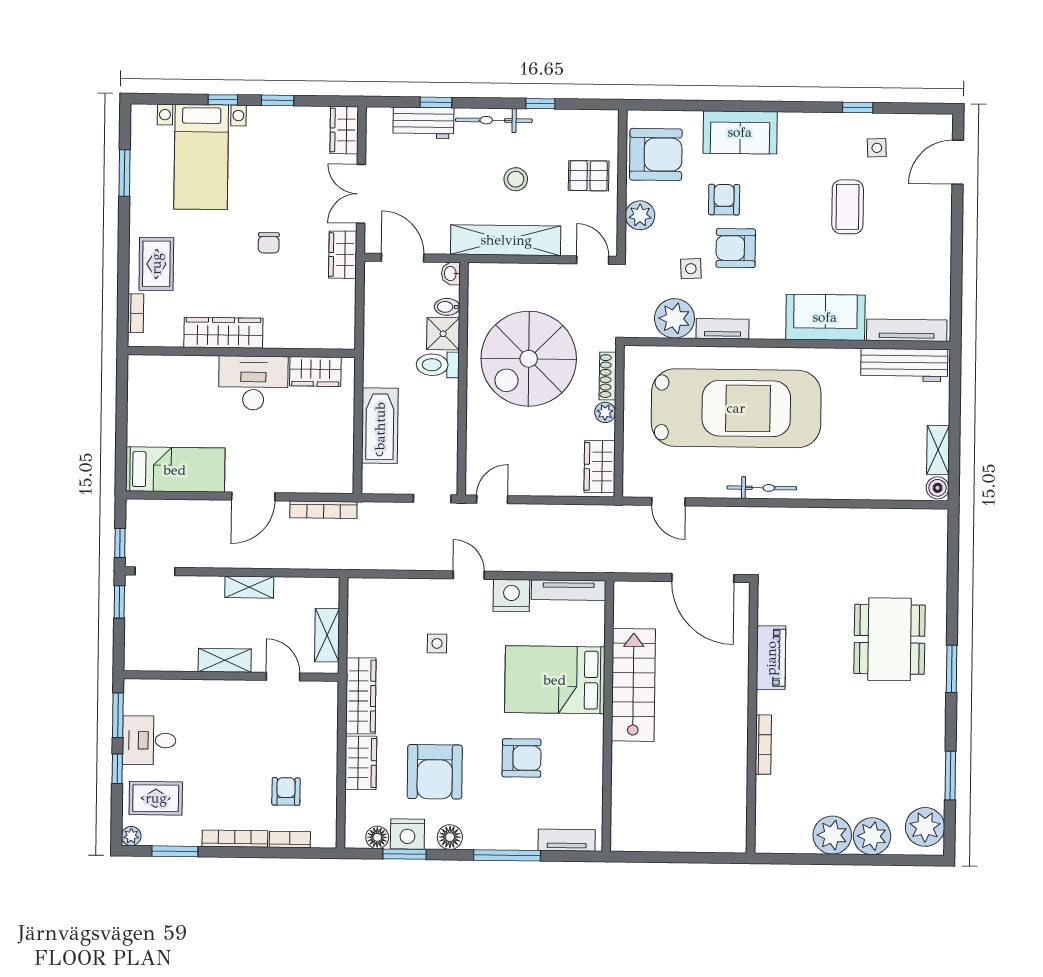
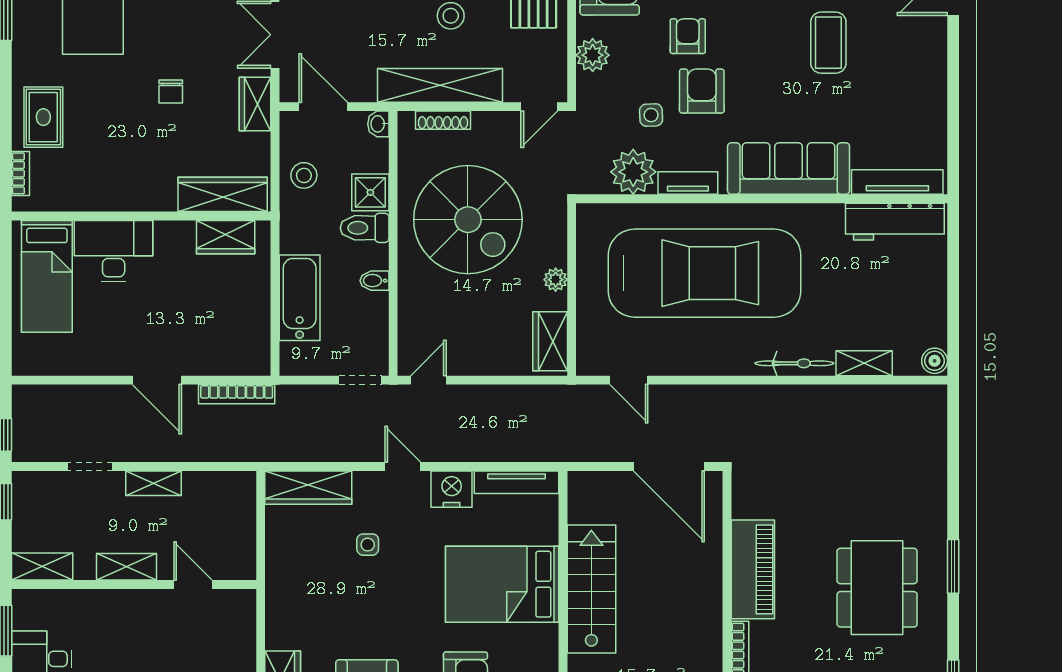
armchair: (736, 248) -> (702, 91), turned 90
door: (593, 260) -> (539, 107), swing flipped
bidet: (447, 307) -> (374, 281), moved
sofa: (825, 317) -> (789, 169), width x1.36
stool: (385, 318) -> (304, 175), added
wardrobe: (223, 333) -> (223, 194), moved
spiral stairs: (529, 359) -> (468, 220), turned -90
shoe rack: (608, 376) -> (443, 120), moved, turned -90
desk: (253, 383) -> (114, 251), moved
shelving: (938, 450) -> (864, 363), moved, turned 90
bed: (175, 470) -> (47, 276), moved, turned 90
bicycle: (762, 488) -> (794, 363), moved
door: (253, 496) -> (157, 380), hinge flipped
doorway: (155, 571) -> (90, 466), moved
shelving: (327, 635) -> (42, 566), moved, turned 90
dining table: (890, 639) -> (877, 588), moved
piano: (771, 658) -> (753, 569), width x1.37, depth x1.33
wardrobe: (361, 696) -> (308, 488), moved, turned 90

